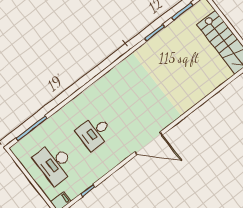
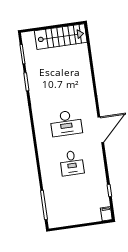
desk: (55, 163) -> (66, 123), moved

